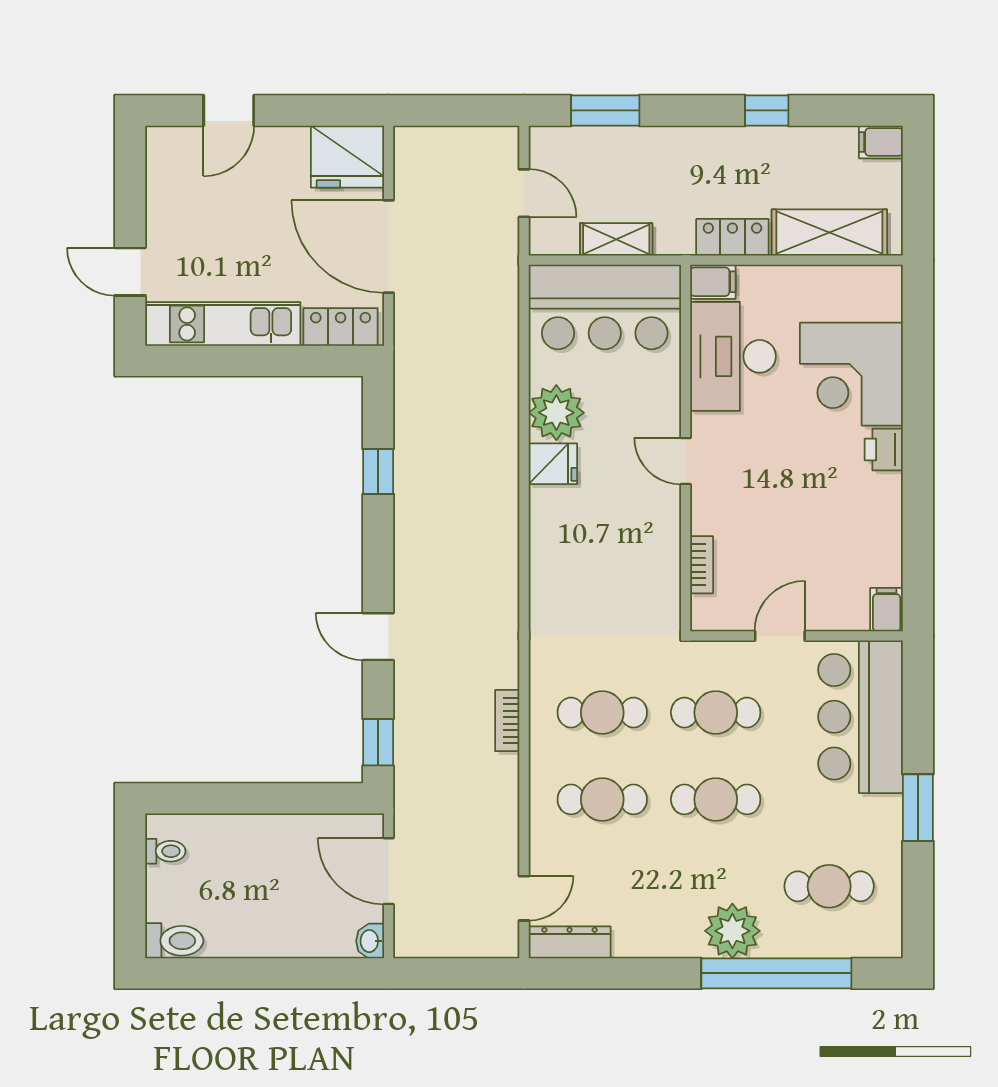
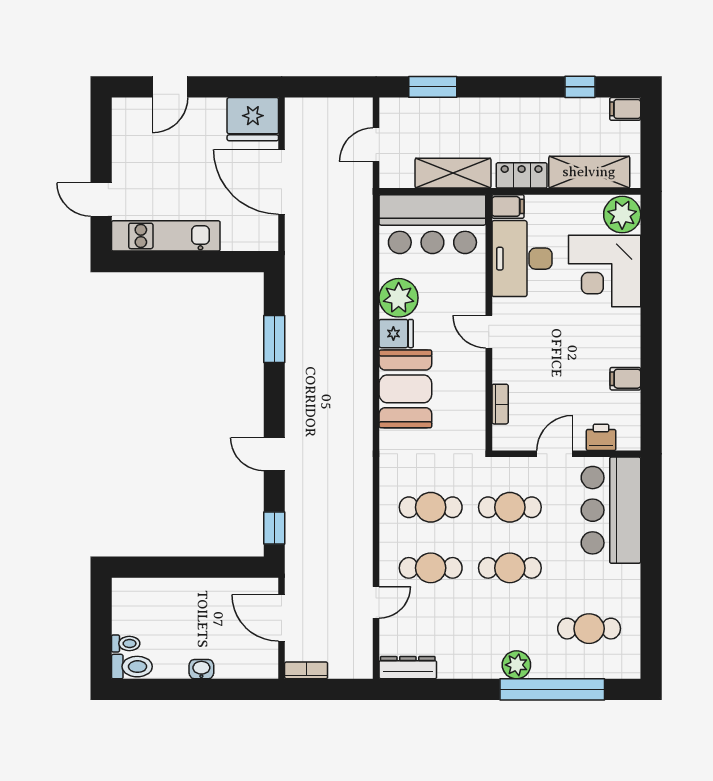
window: (767, 110) -> (580, 87), moved
door: (524, 193) -> (376, 145), swing flipped
shelving: (616, 239) -> (453, 173), width x1.50, depth x1.33
plant: (877, 293) -> (622, 215), added
locker: (341, 327) -> (248, 238), removed
printer: (884, 450) -> (601, 437), moved, turned 90
window: (378, 472) -> (274, 339), width x1.50
booth: (566, 543) -> (405, 389), added
filing cabinet: (887, 610) -> (625, 379), moved, turned -90
bookcase: (507, 721) -> (306, 670), moved, turned 90
window: (918, 808) -> (651, 574), removed
toilet: (165, 851) -> (126, 643), moved
door: (524, 898) -> (376, 602), moved
plant: (732, 931) -> (516, 665), width x0.73, depth x0.73
washbasin: (370, 941) -> (201, 669), moved, turned 90

